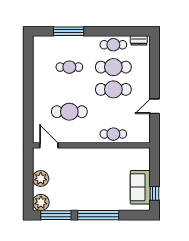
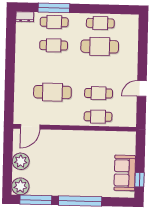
dresser: (139, 40) -> (25, 17), moved
cafe table: (69, 45) -> (54, 22), added
cafe table: (113, 89) -> (99, 93), moved, width x0.73, depth x0.74
door: (49, 145) -> (30, 127), swing flipped

